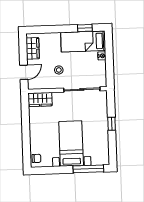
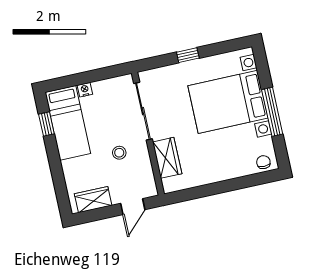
door: (24, 72) -> (133, 207), swing flipped
wardrobe: (40, 99) -> (167, 158), moved
bed with nightstands: (71, 144) -> (228, 102), width x1.36
window: (88, 169) -> (272, 112), moved

